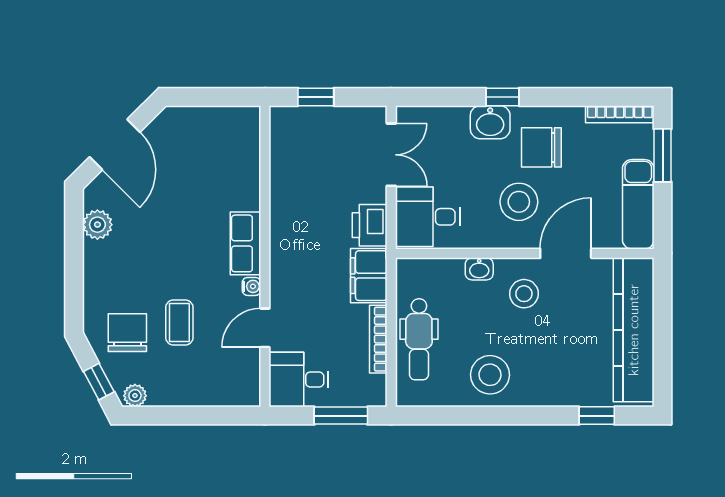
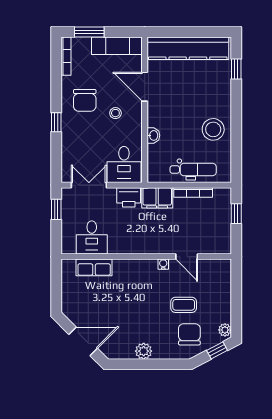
window: (316, 97) -> (56, 209), moved
washbasin: (490, 122) -> (71, 129), removed
stool: (519, 202) -> (115, 113), width x0.53, depth x0.53
plant: (97, 225) -> (144, 351), moved
row of seats: (246, 243) -> (94, 267), moved
stool: (524, 294) -> (167, 110), removed
chair: (127, 333) -> (189, 334), turned 90
desk: (299, 380) -> (92, 237), moved
window: (341, 416) -> (236, 214), width x0.67

